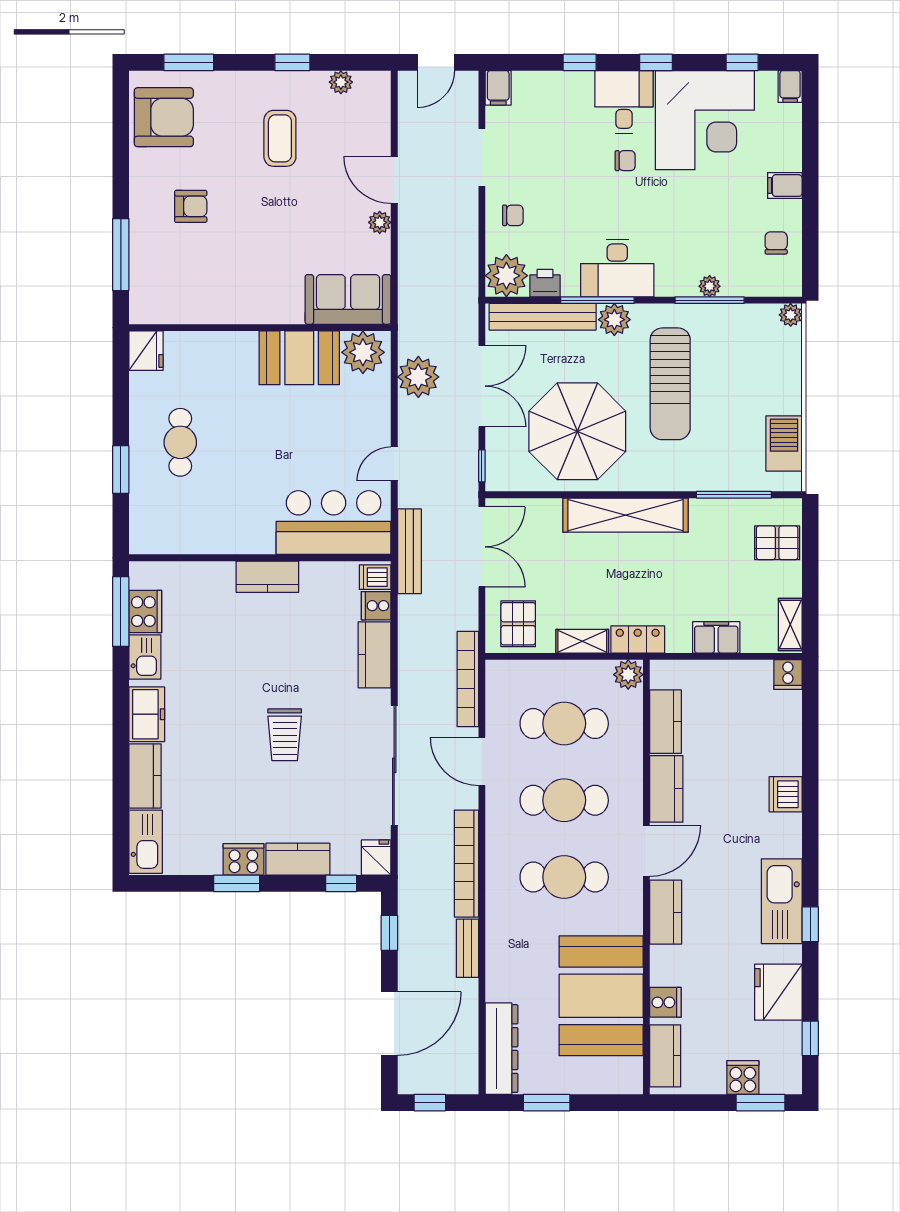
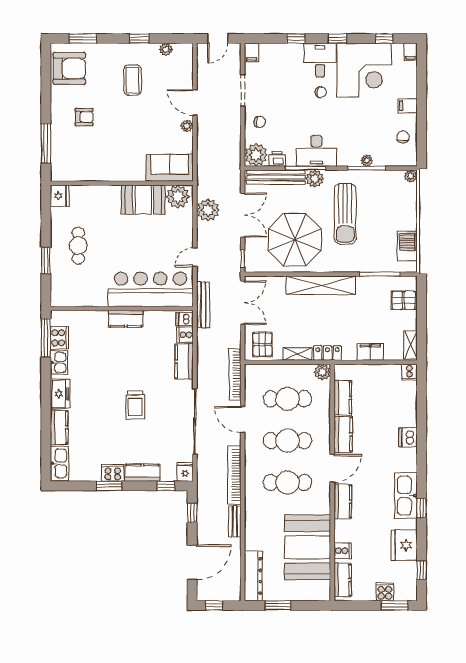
bar counter: (334, 523) -> (150, 289), width x1.36

